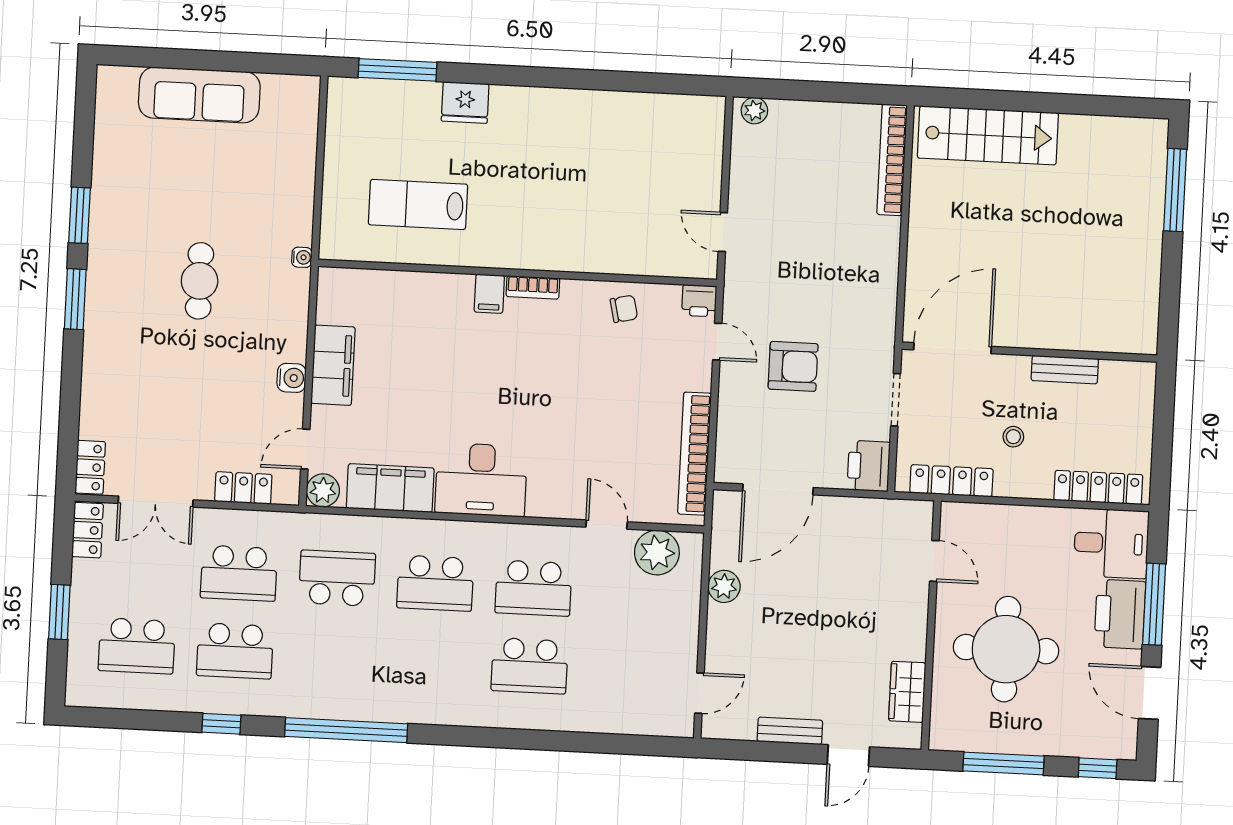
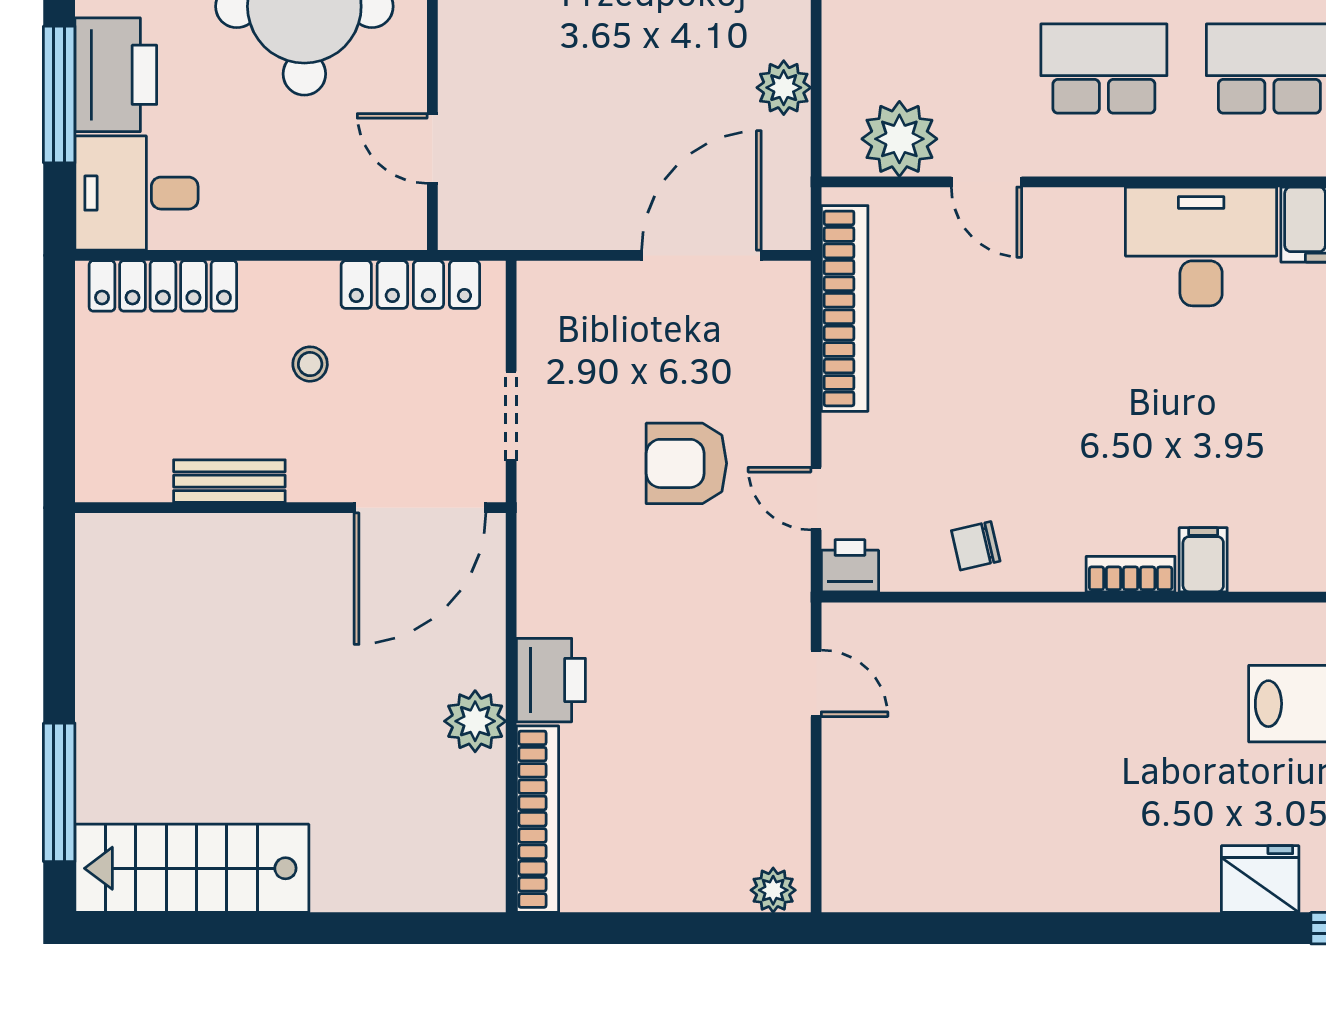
stairs: (988, 135) -> (192, 868), moved
plant: (926, 220) -> (475, 721), added
printer: (869, 466) -> (551, 680), moved

